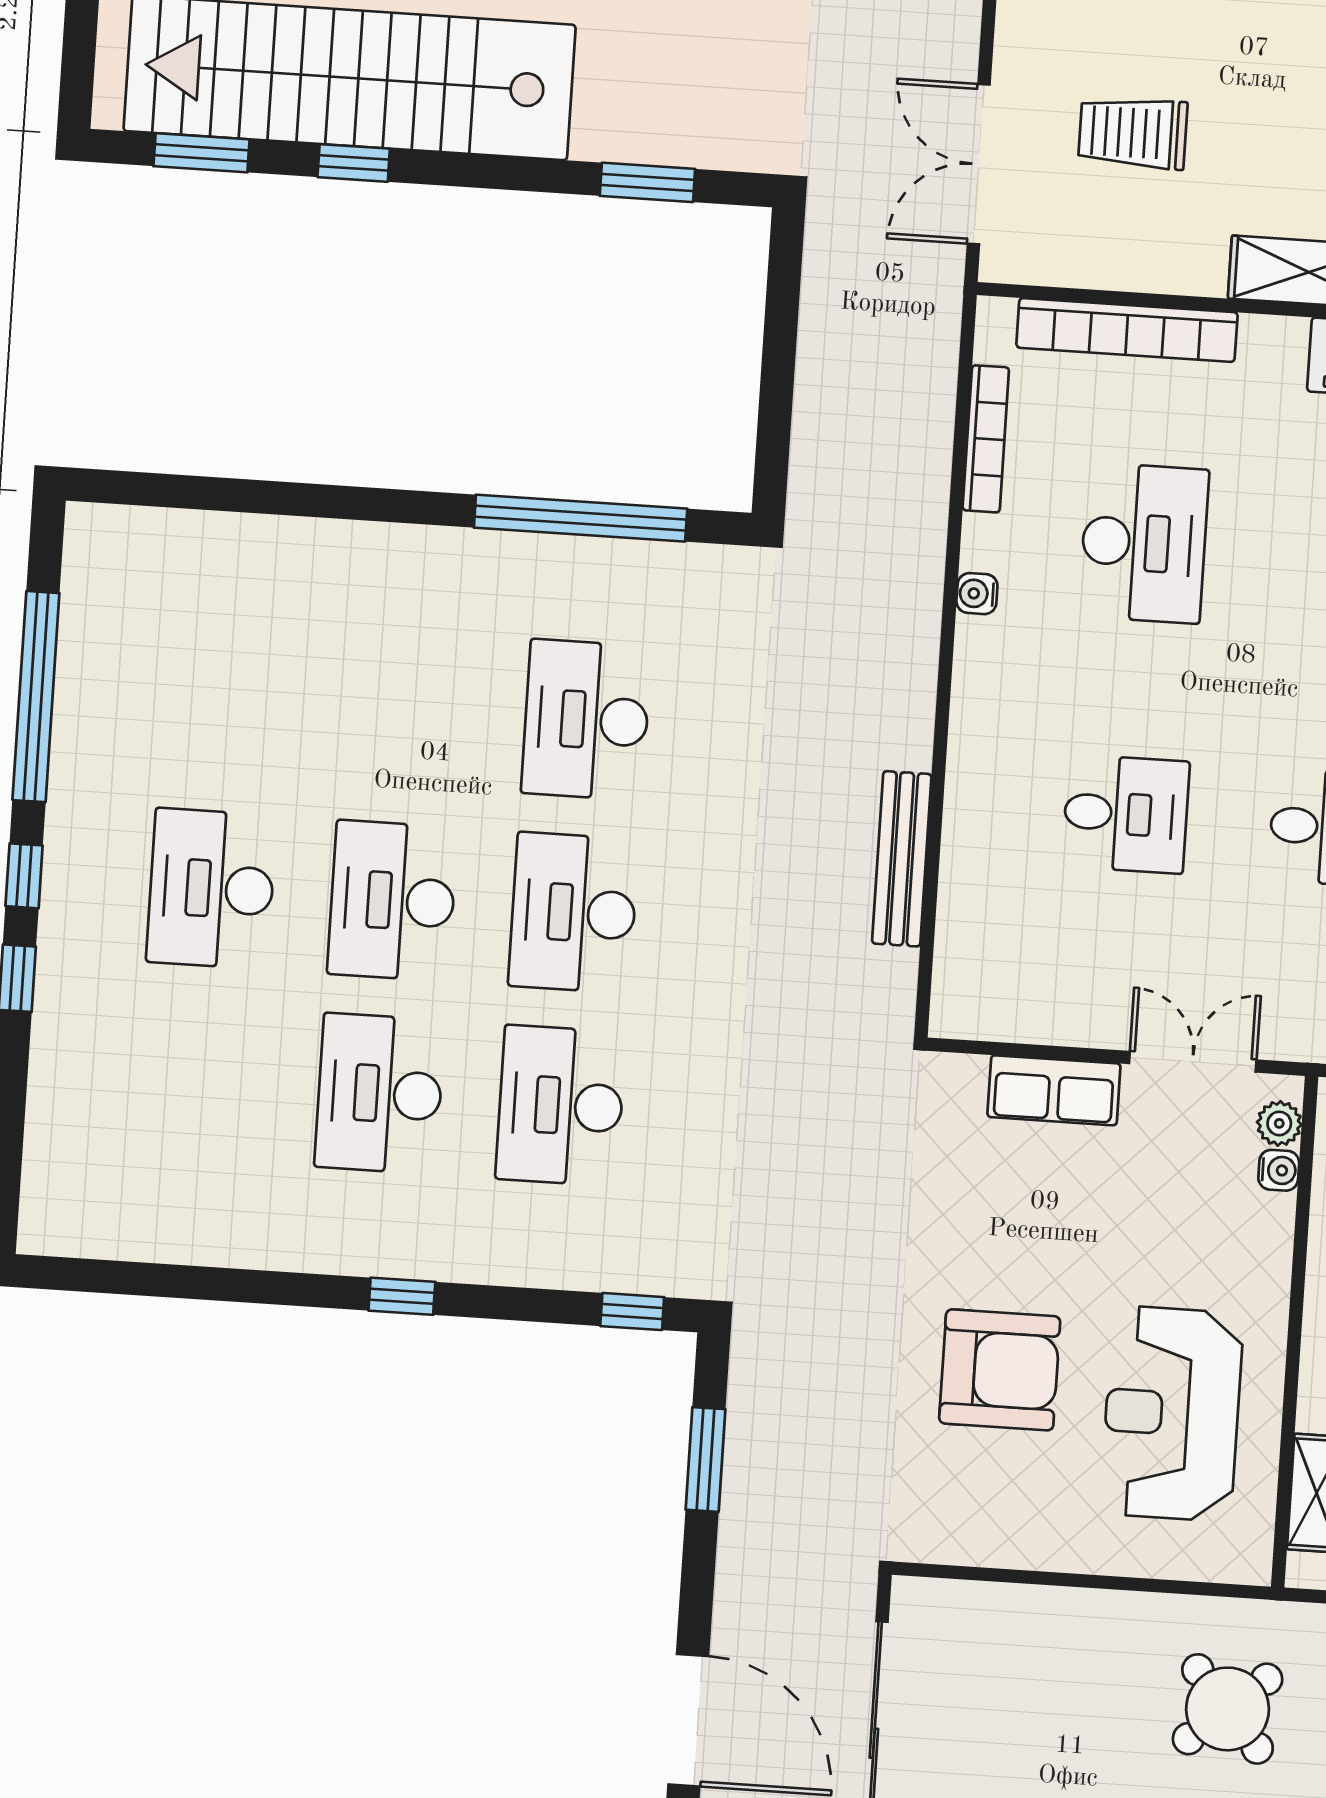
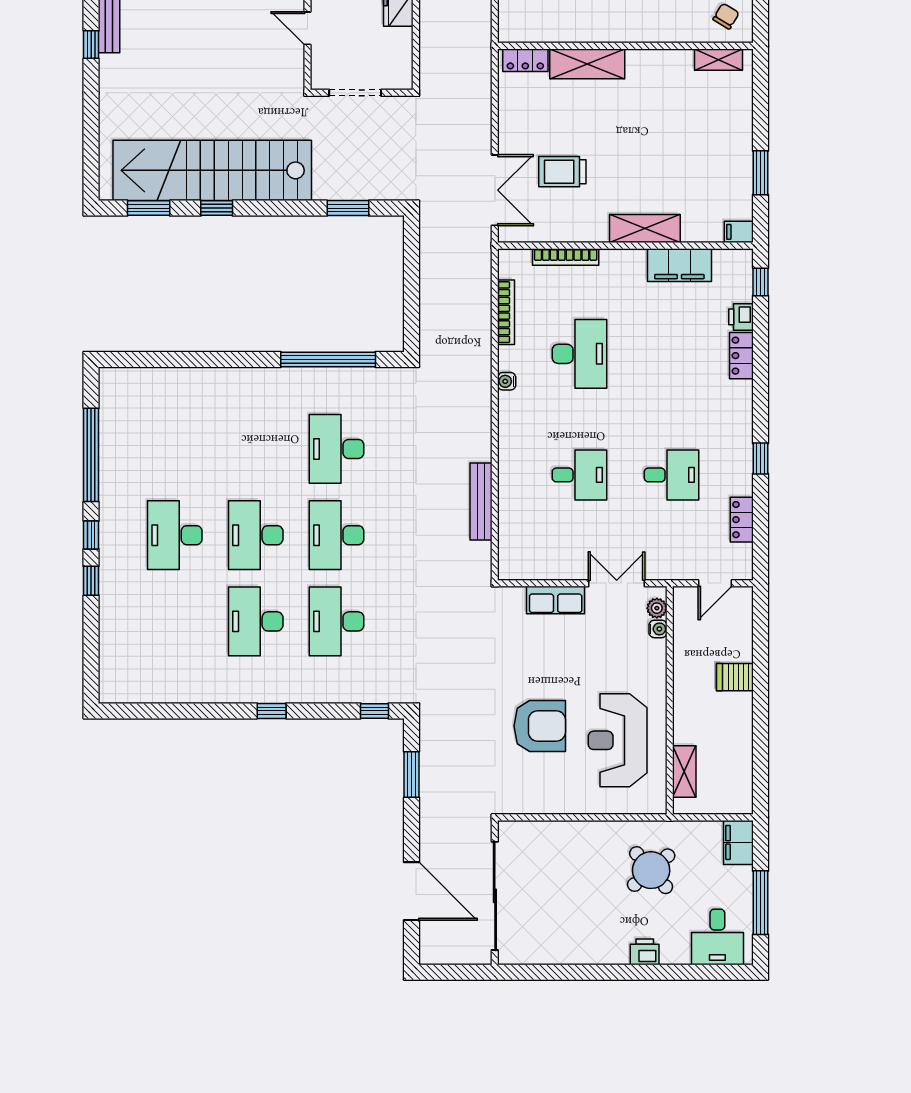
double door: (979, 164) -> (495, 190), swing flipped
bookcase: (1127, 330) -> (566, 257), width x0.68, depth x0.76

